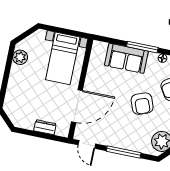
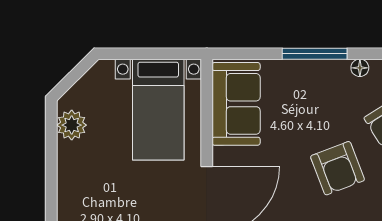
sofa: (126, 58) -> (236, 104), moved, turned -90

